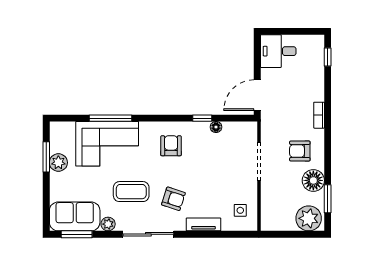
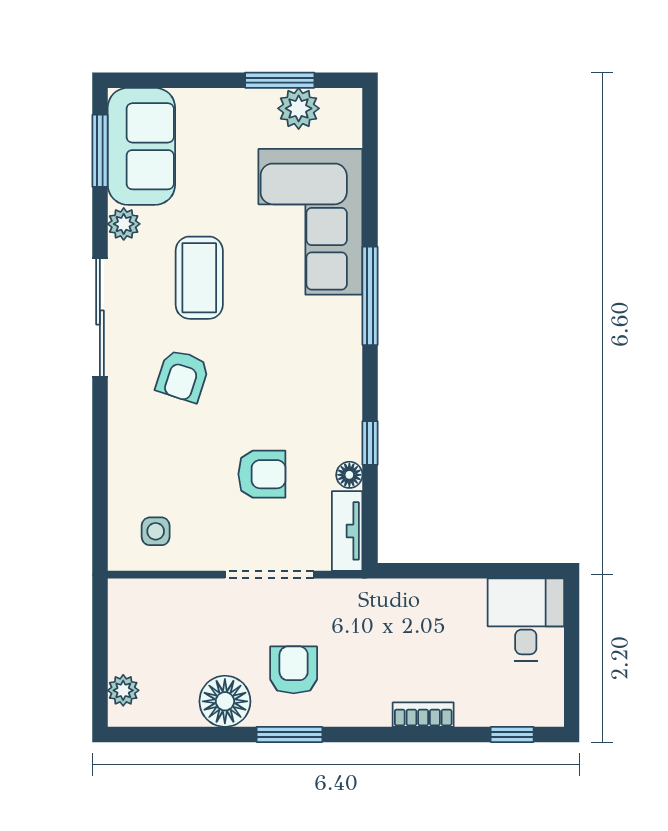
door: (257, 95) -> (423, 571), removed
bookcase: (319, 115) -> (423, 715), moved
window: (110, 118) -> (370, 296), moved
armchair: (171, 146) -> (262, 474), moved
plant: (58, 163) -> (299, 108), moved
window: (328, 199) -> (289, 734), moved
plant: (309, 218) -> (123, 690), width x0.53, depth x0.53
tv unit: (203, 224) -> (347, 531), moved, turned 180

